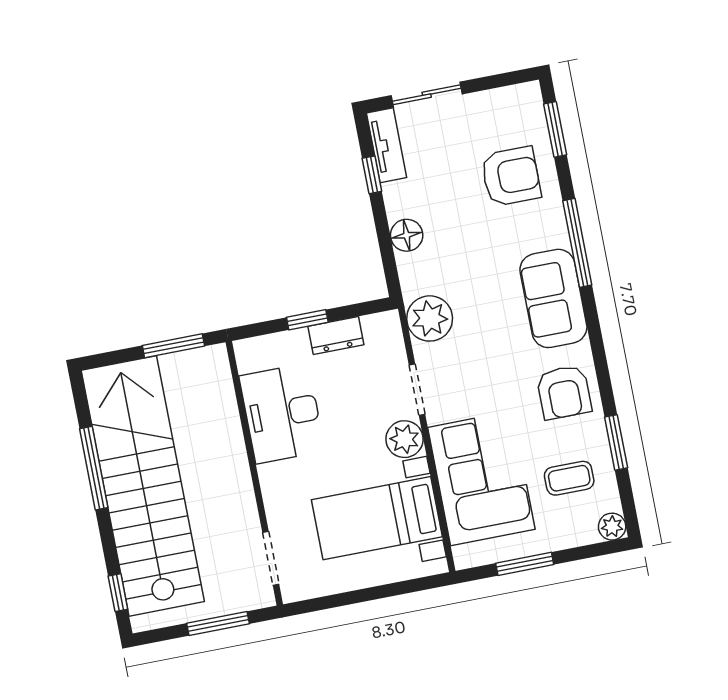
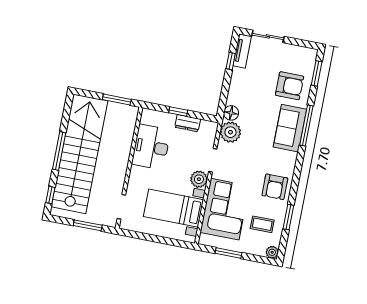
floor lamp: (407, 235) -> (231, 113), moved
sofa: (553, 298) -> (290, 128), moved
window: (94, 468) -> (59, 151), moved

